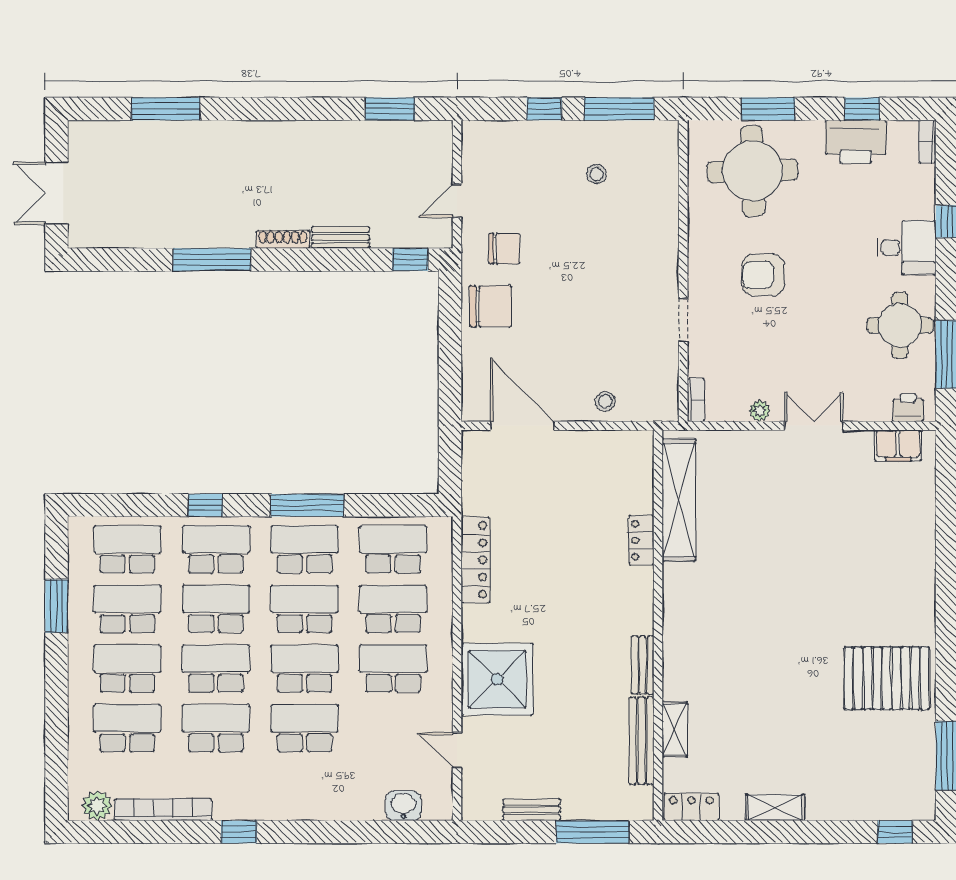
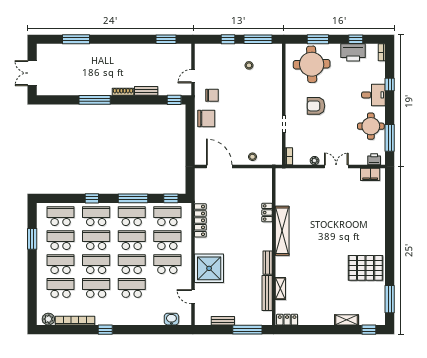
shelving: (679, 500) -> (282, 231), moved
window: (402, 505) -> (171, 198), added
shelving: (775, 808) -> (346, 320), moved

